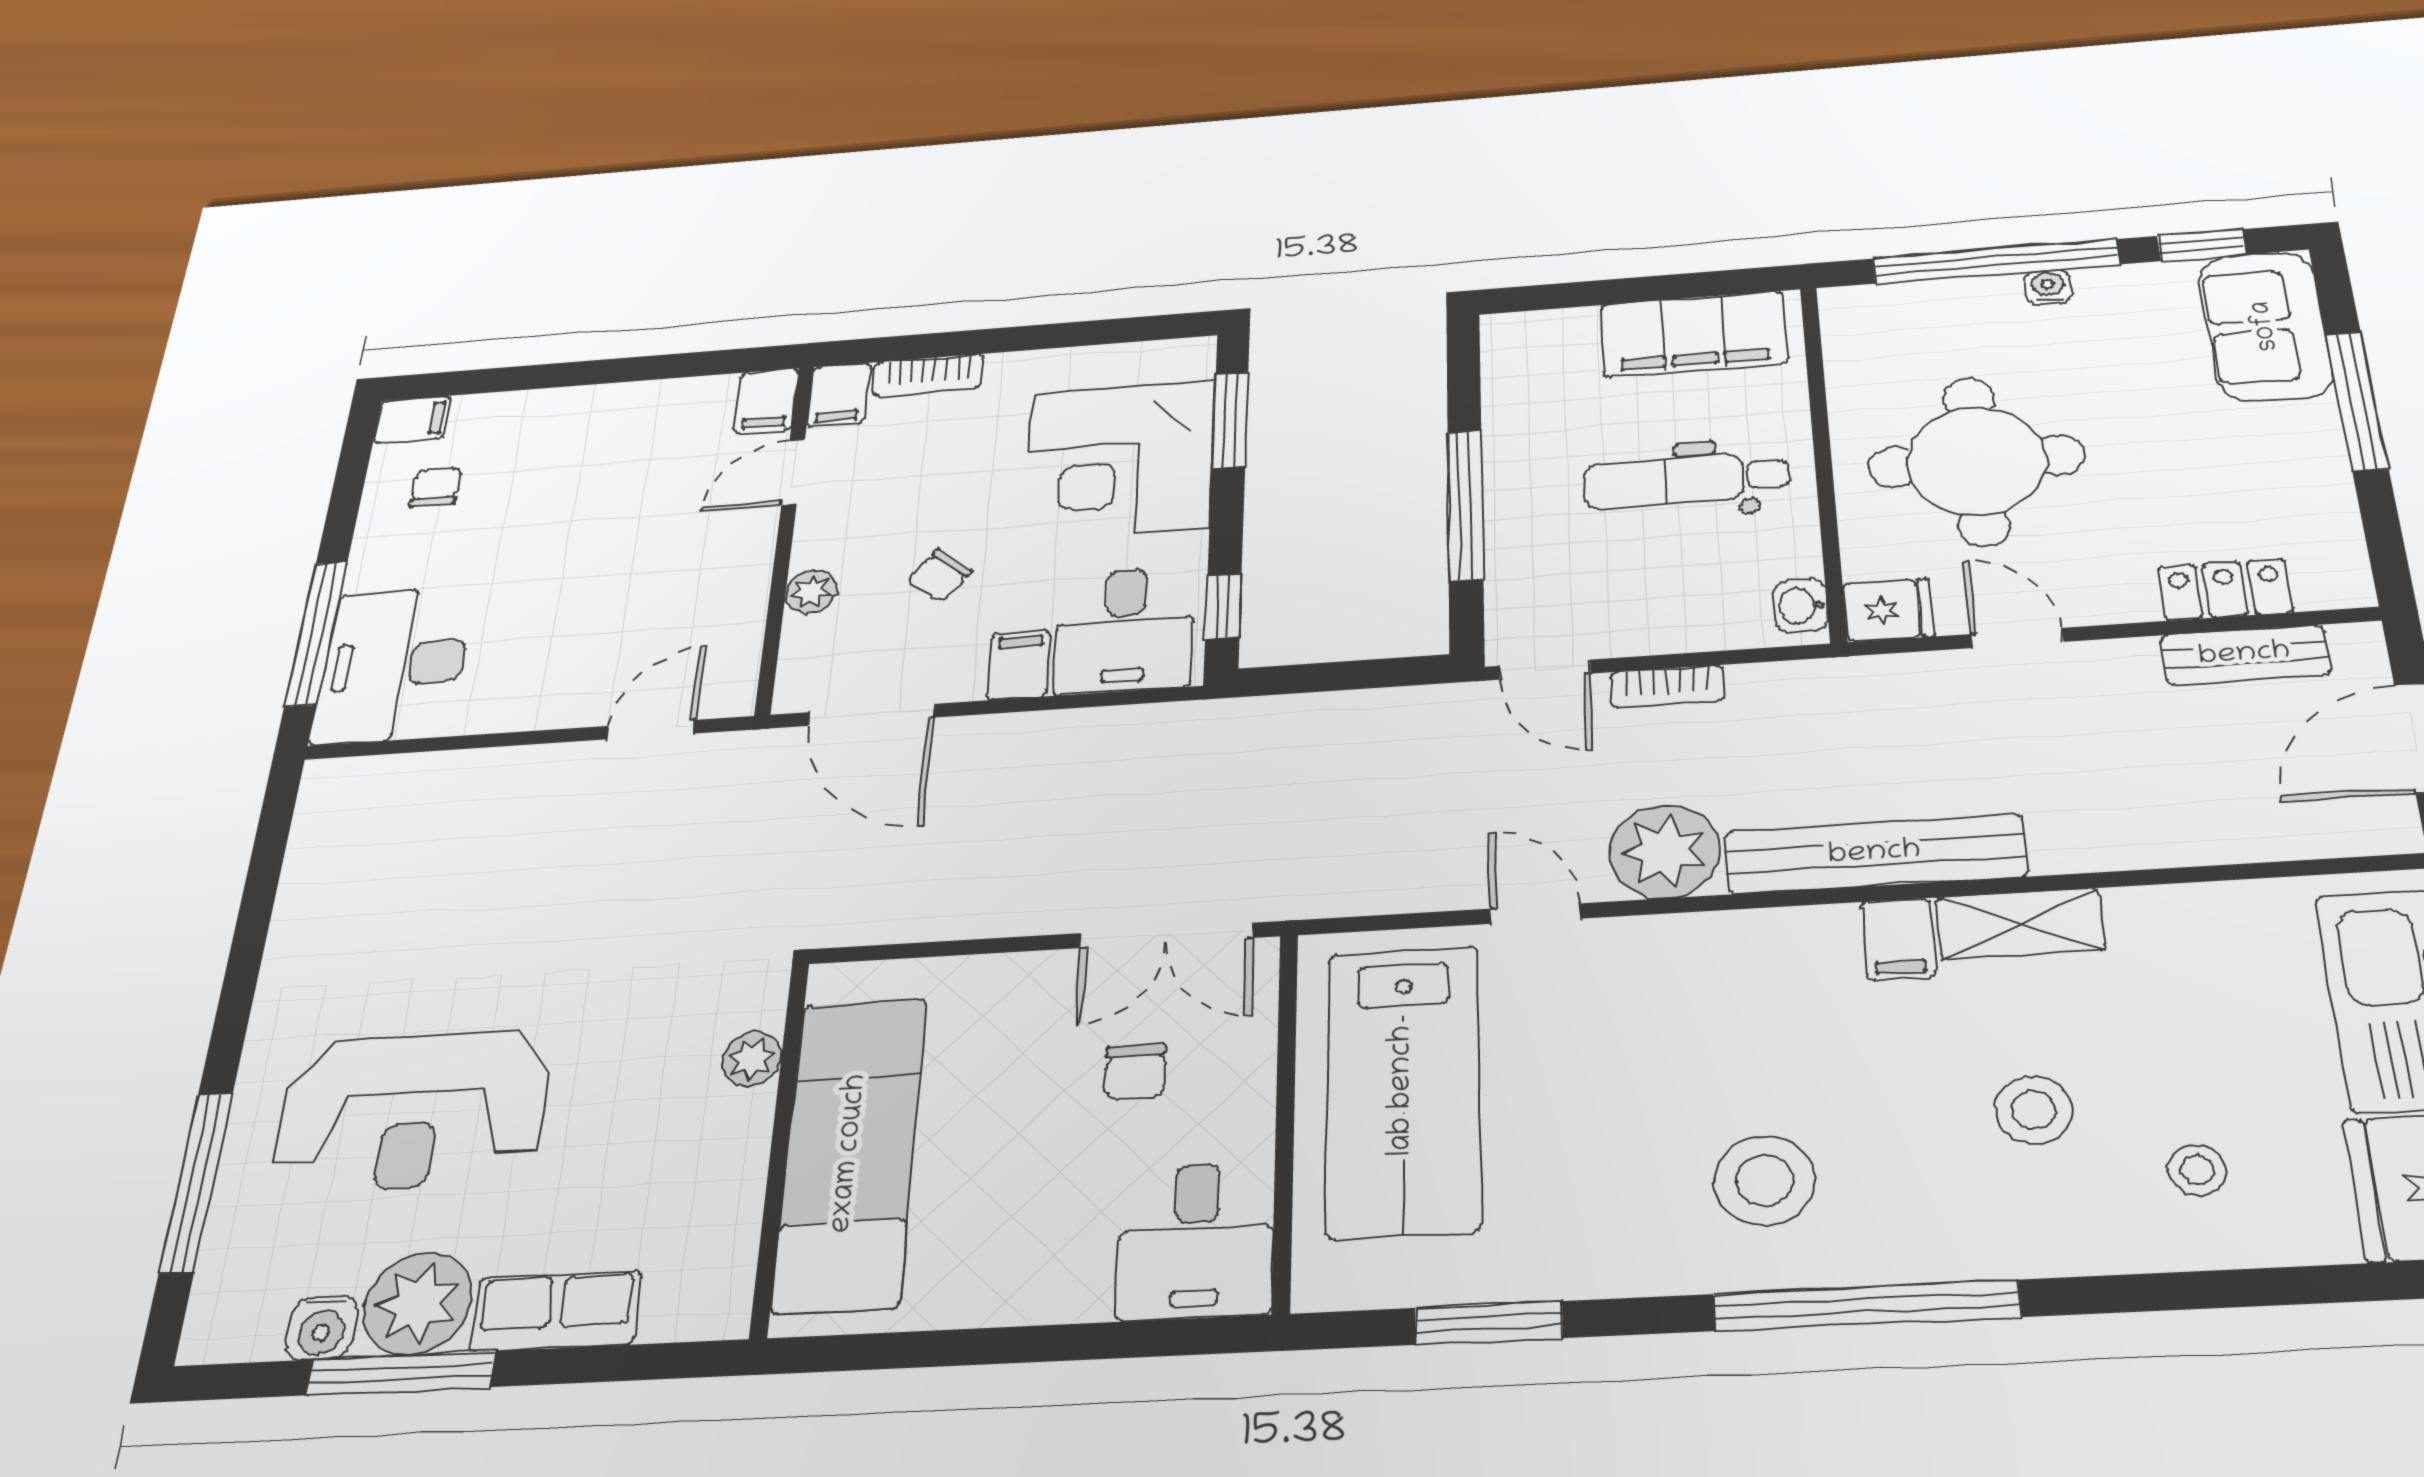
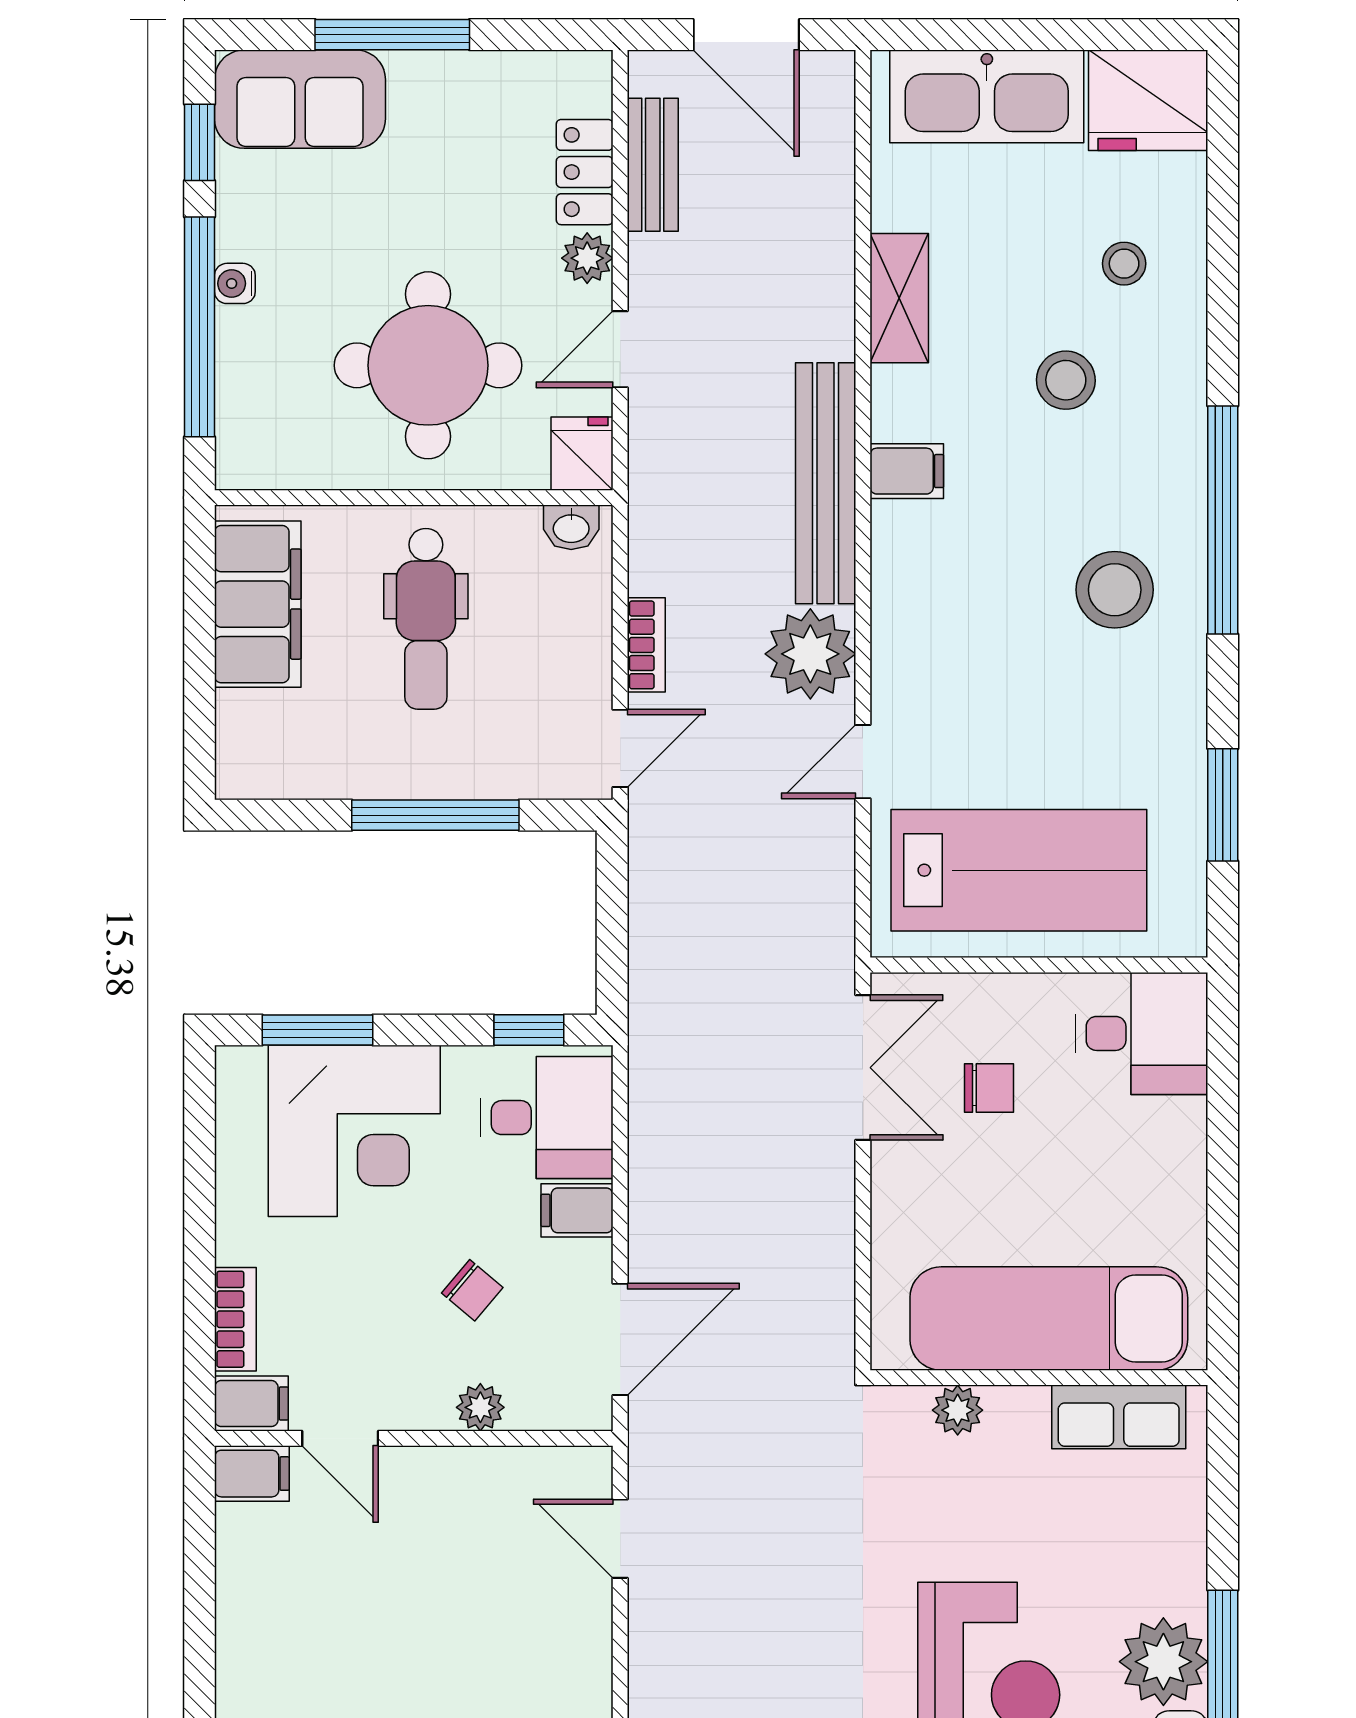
plant: (2122, 599) -> (587, 258), added
shelving: (2020, 924) -> (899, 298), moved
row of seats: (556, 1311) -> (1119, 1417), moved, turned -90

